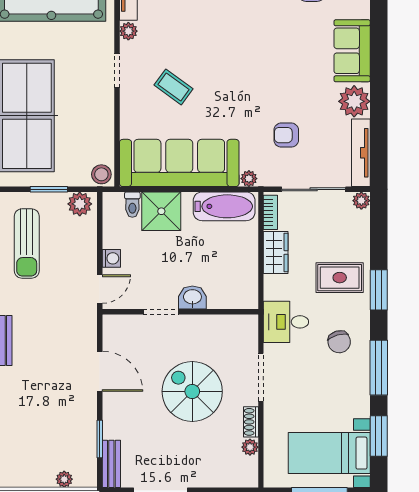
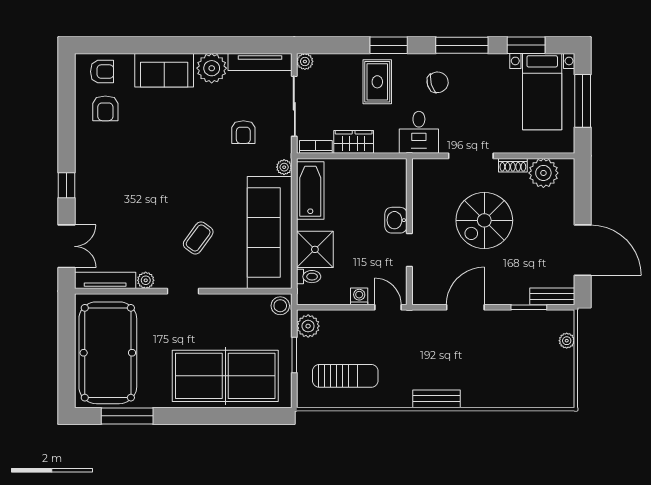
plant: (250, 447) -> (543, 173), width x1.87, depth x1.87

